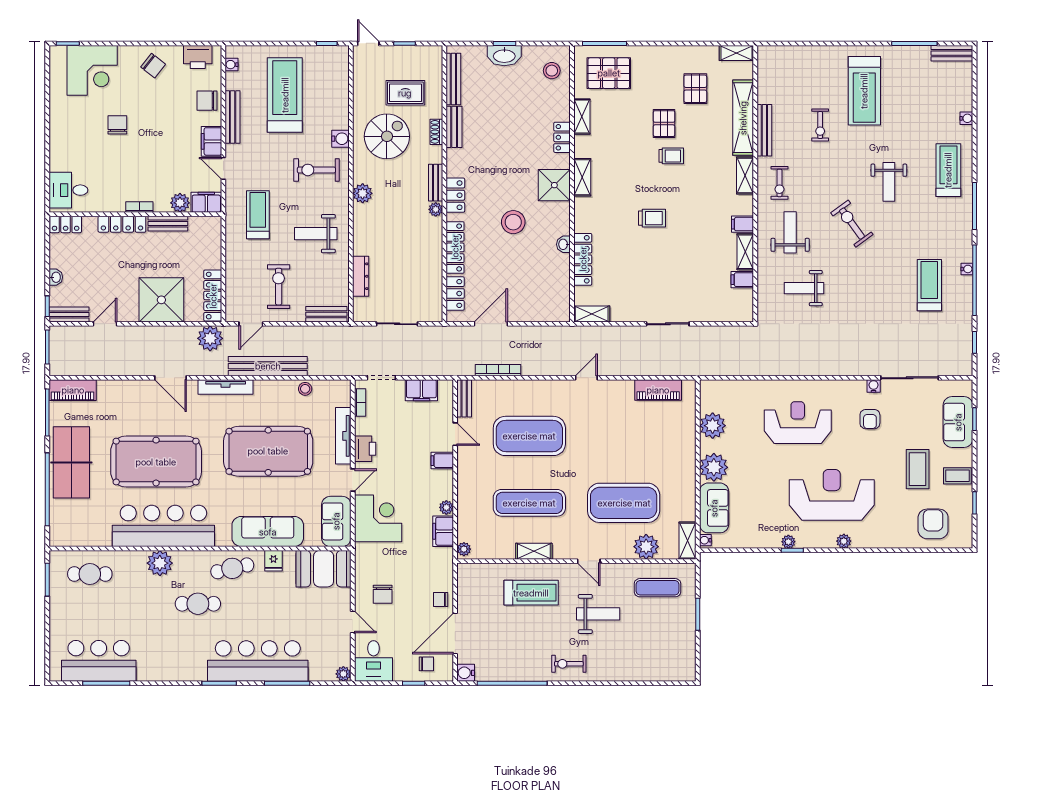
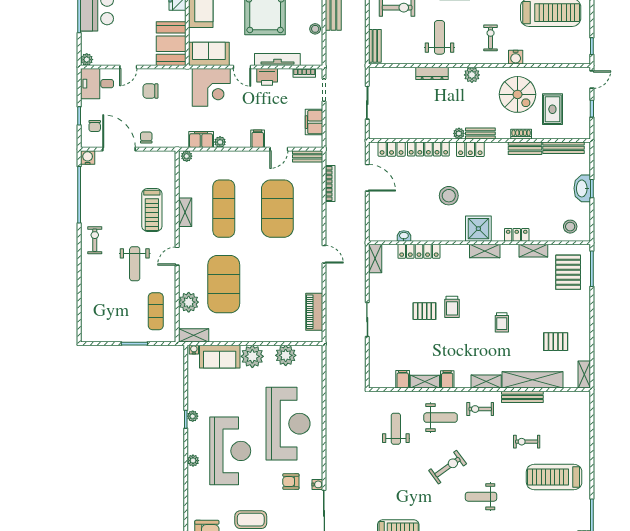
pallet: (664, 124) -> (424, 311), moved
exercise bike: (316, 170) -> (491, 38), width x0.73, depth x0.72
washbasin: (563, 244) -> (404, 236), moved
dresser: (361, 276) -> (432, 73), moved
reception desk: (798, 423) -> (288, 424), width x1.36, depth x1.30

